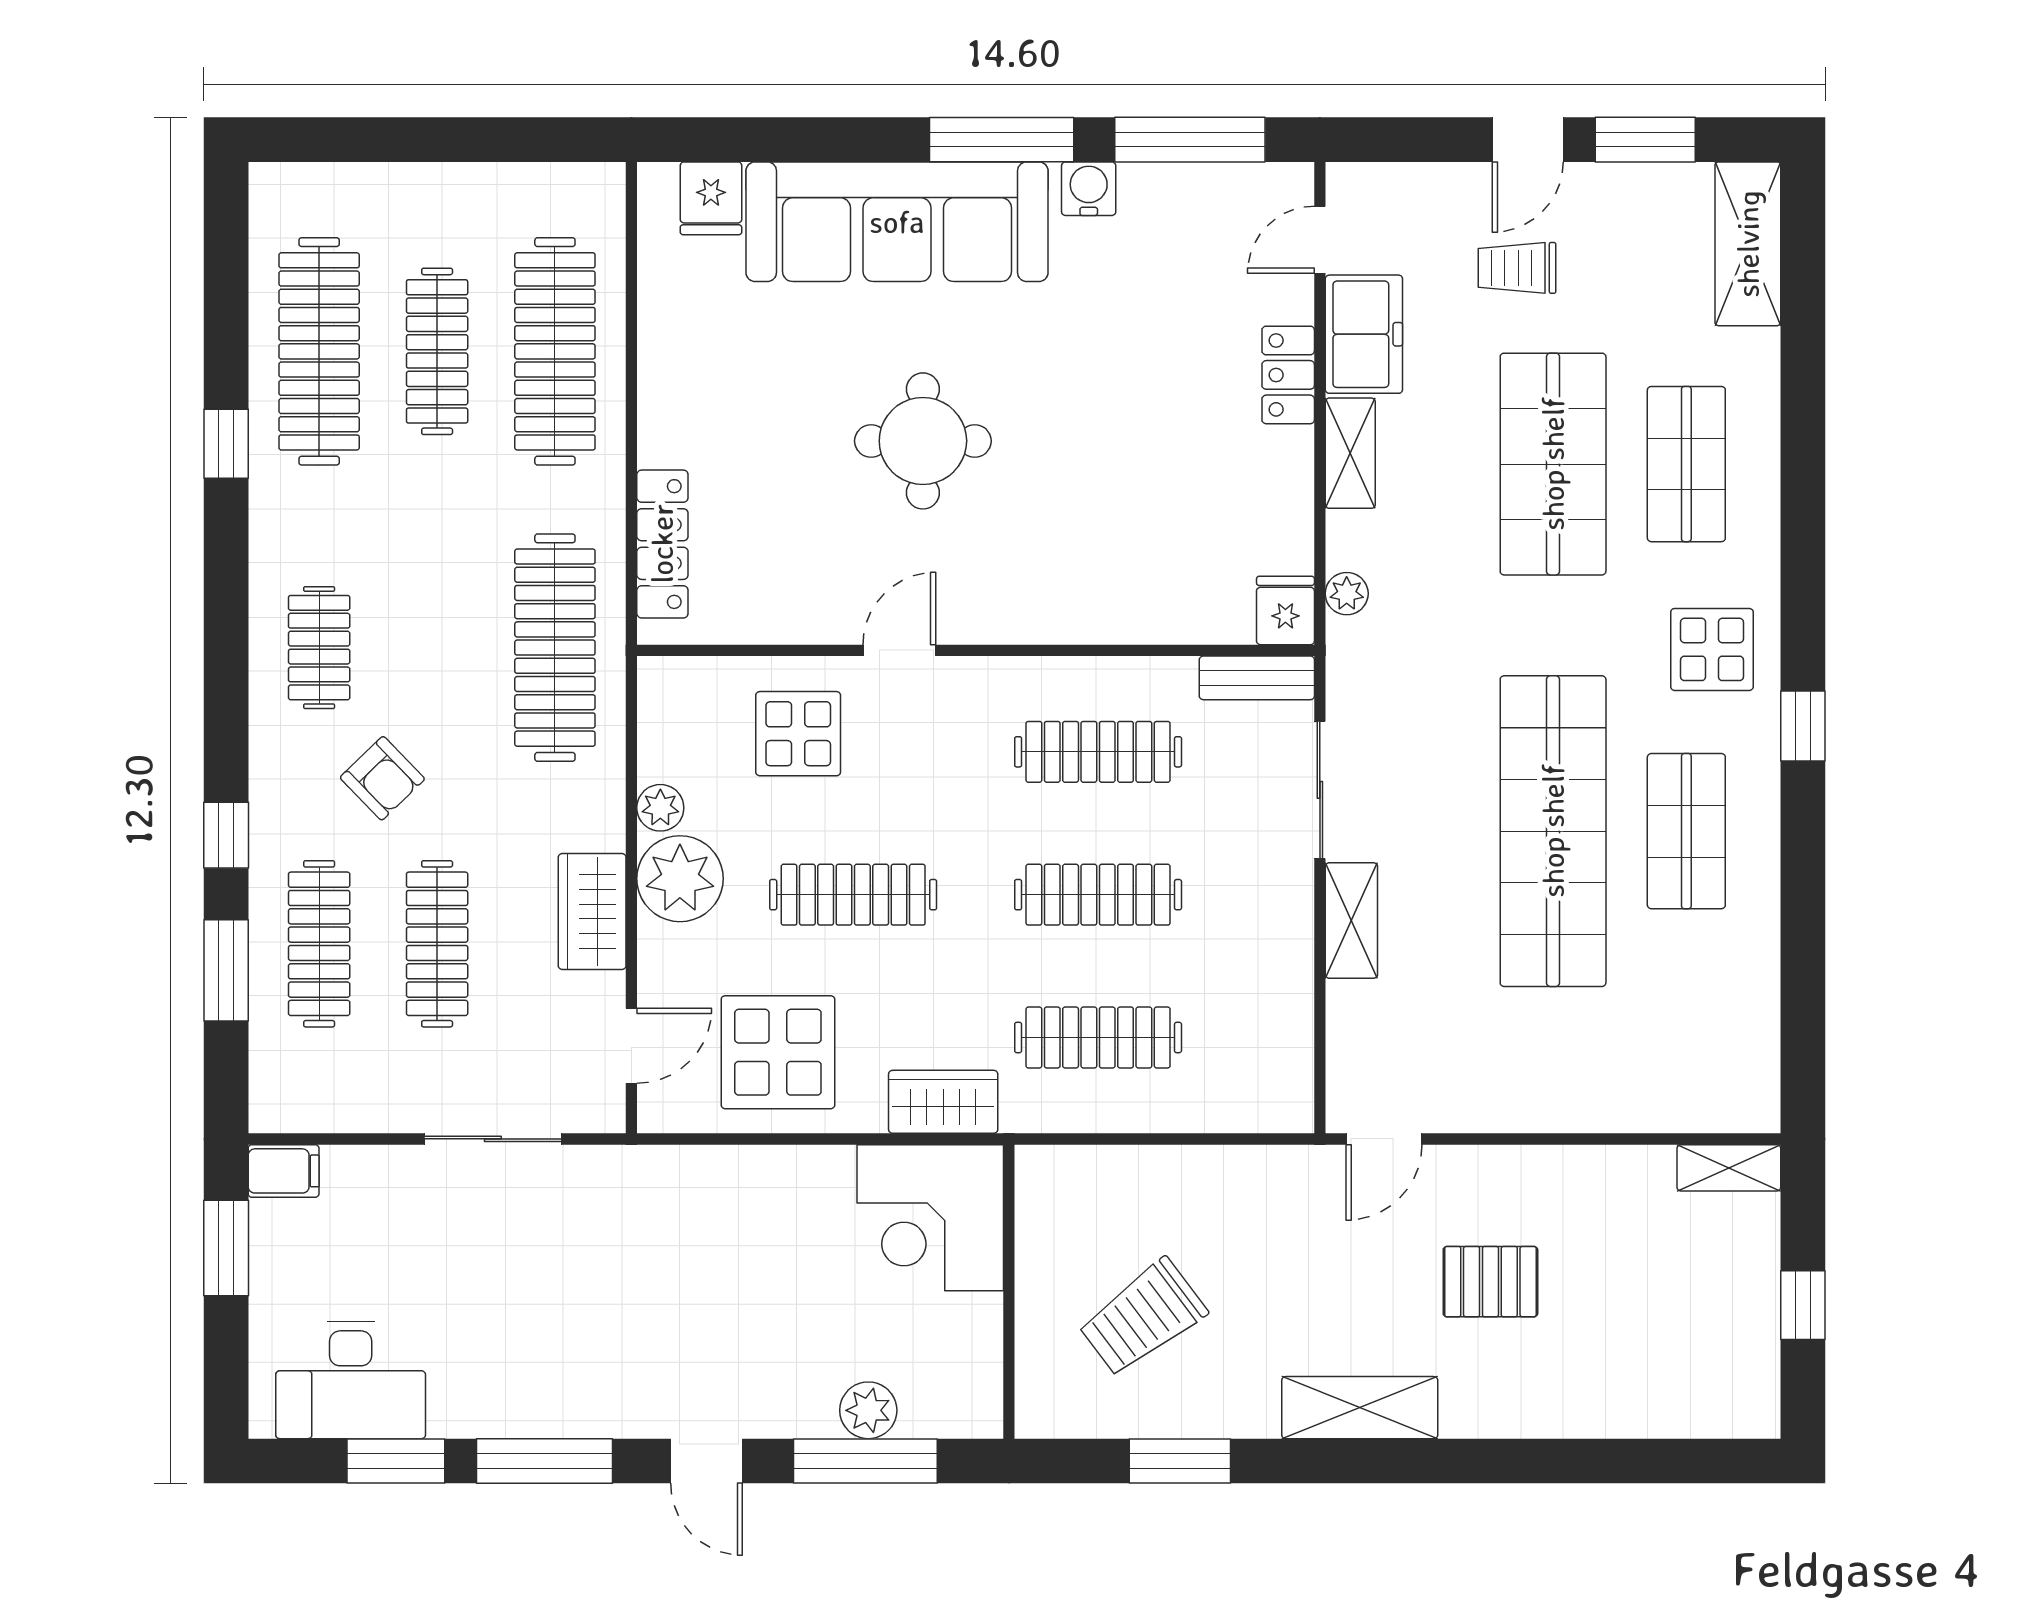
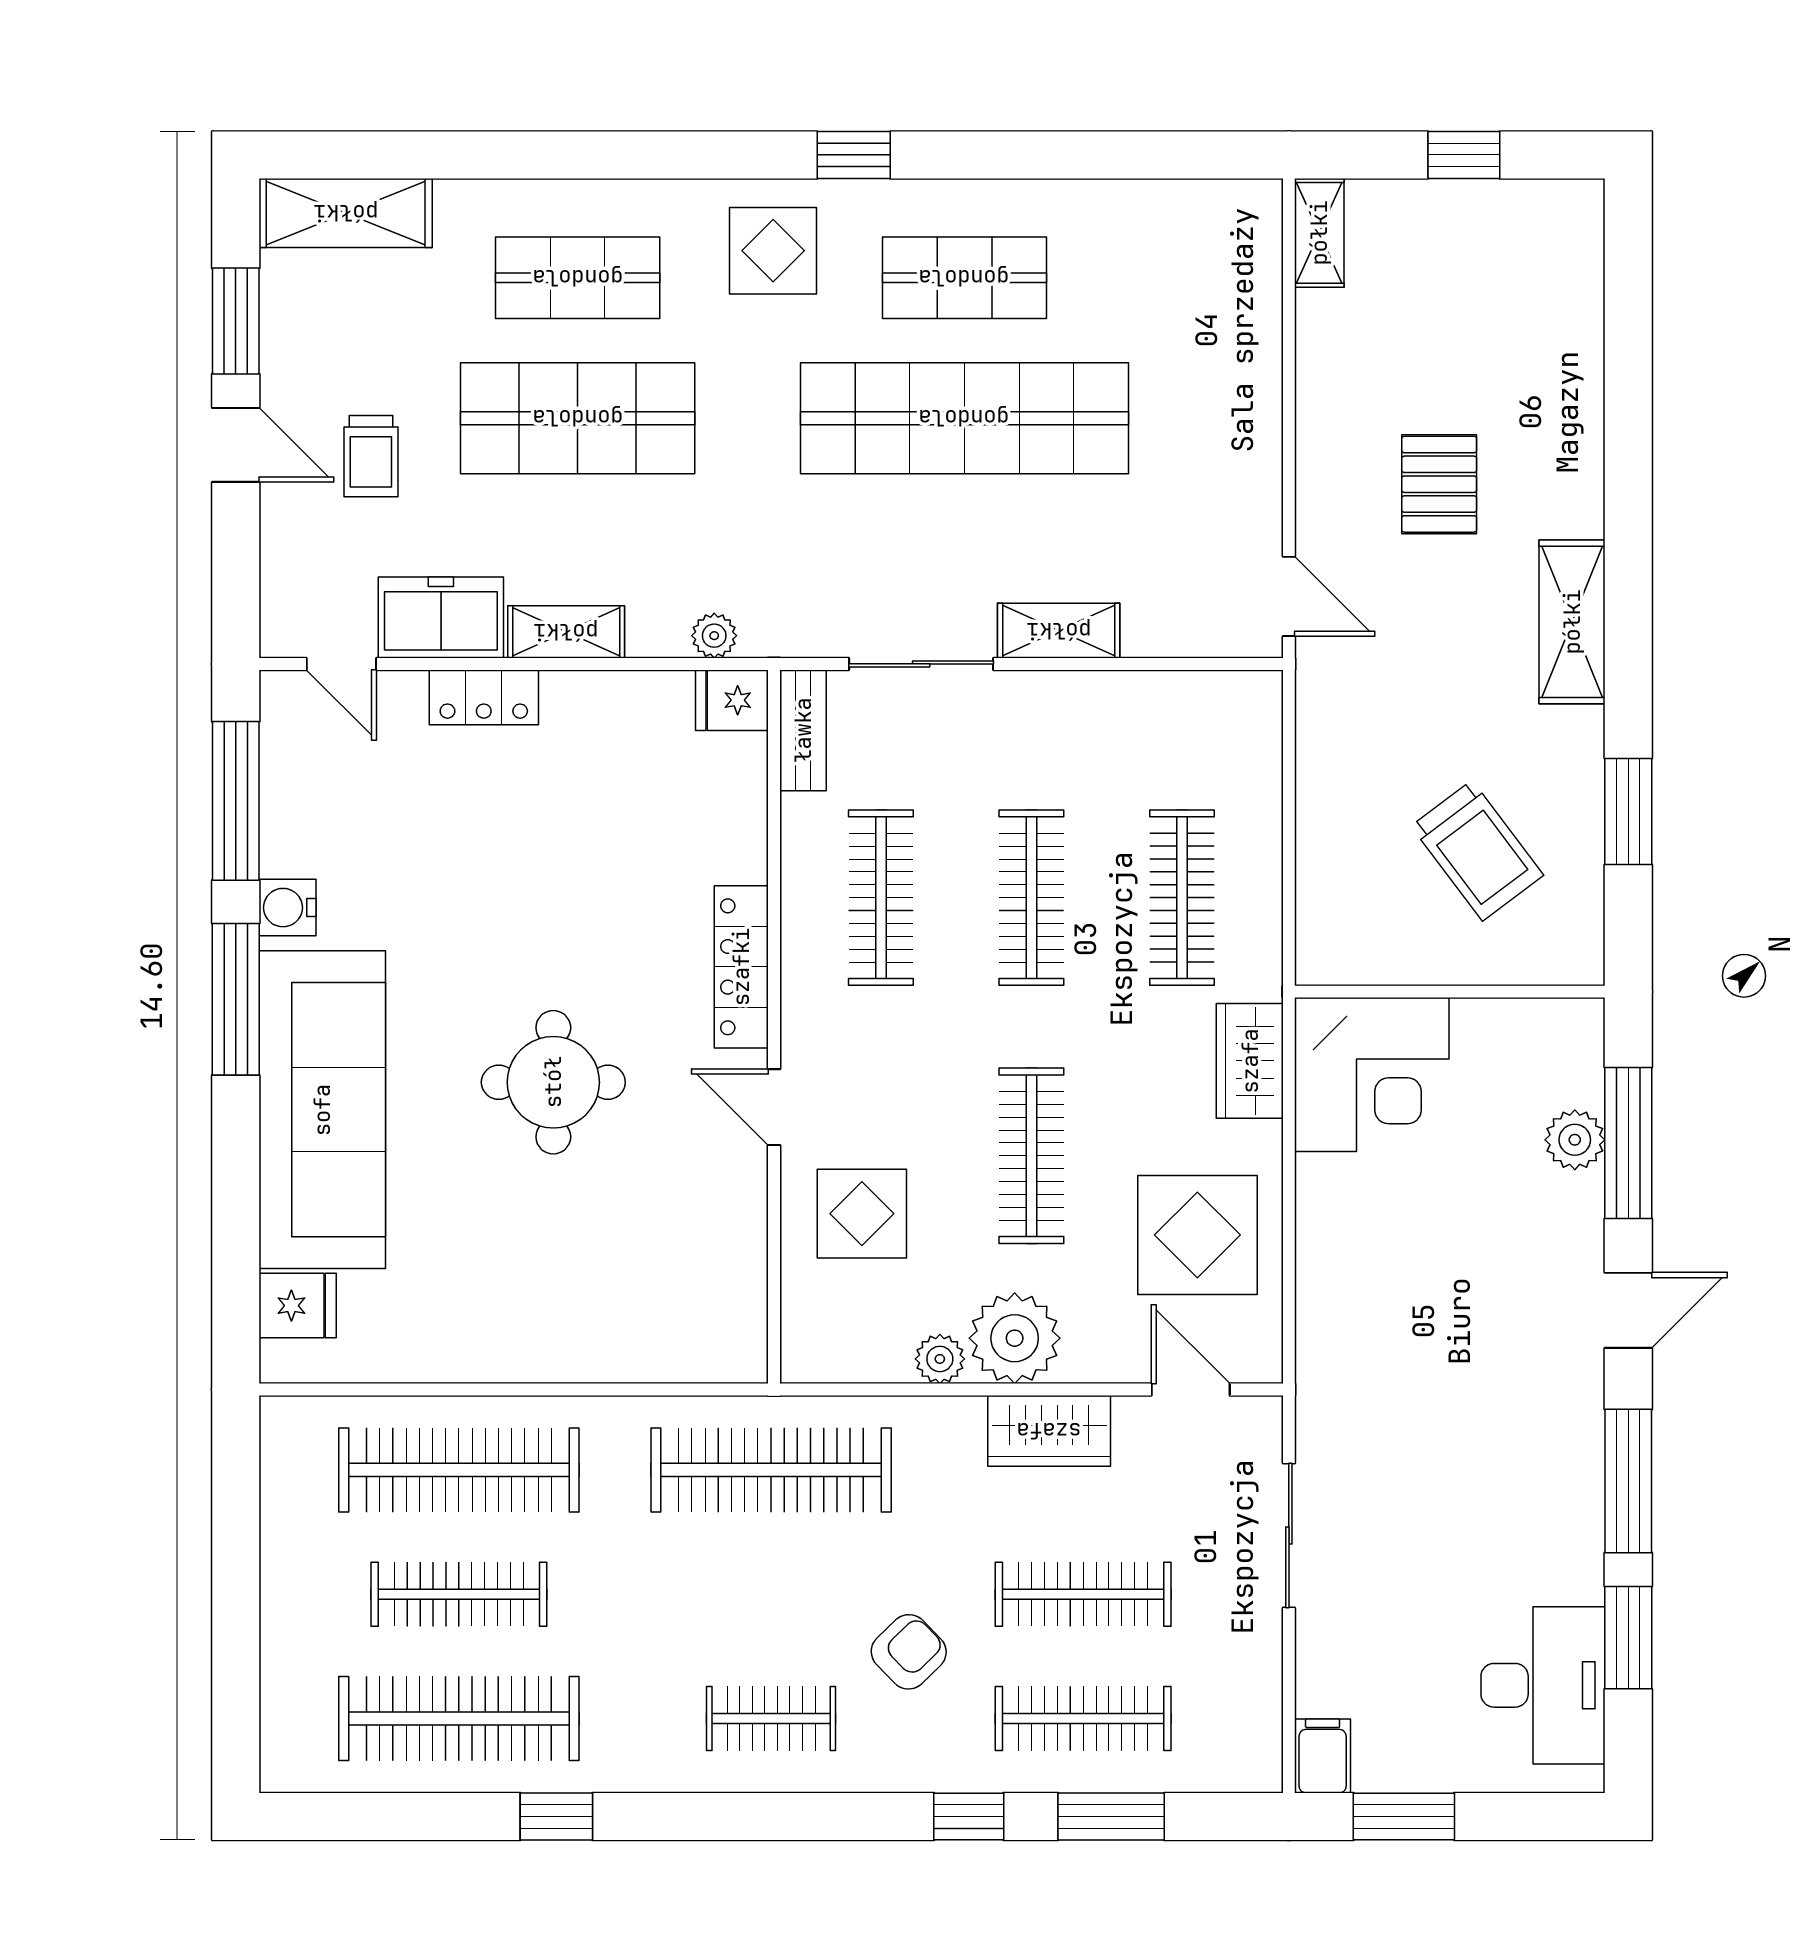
locker: (662, 544) -> (741, 967), moved, turned -90

